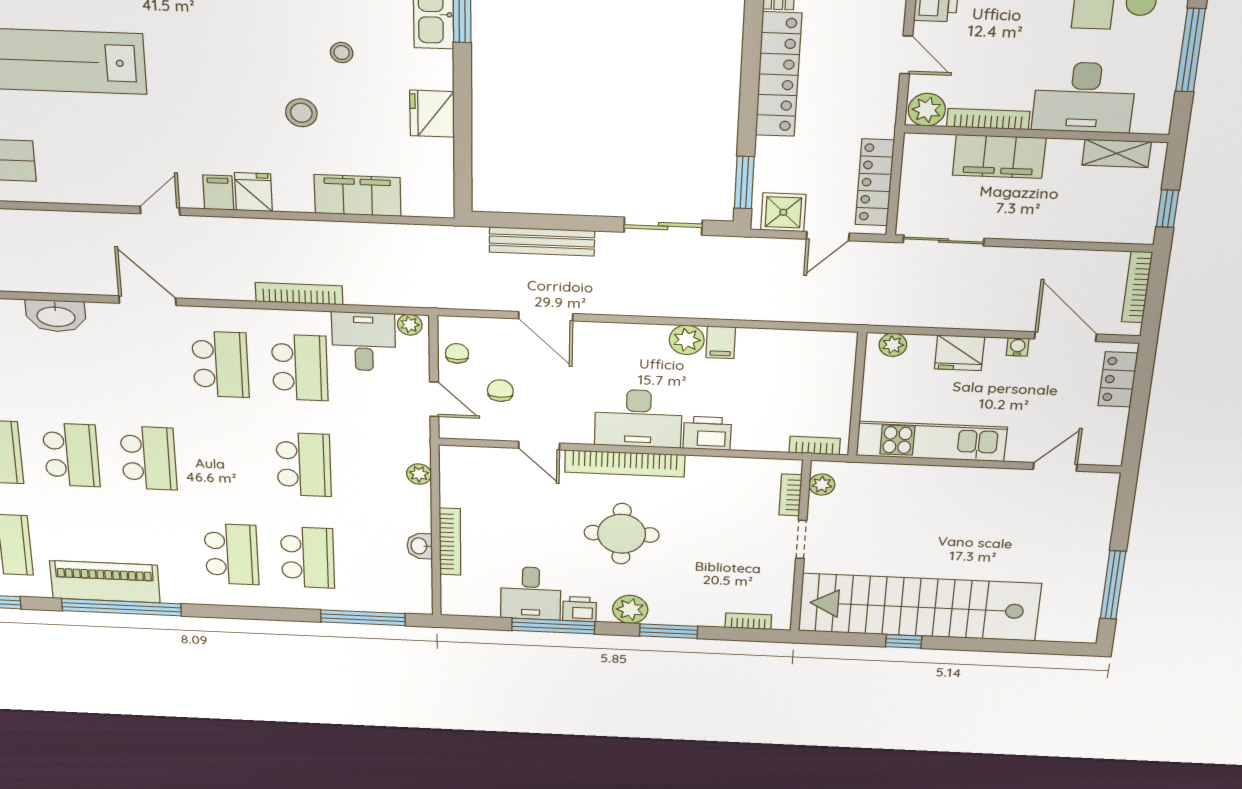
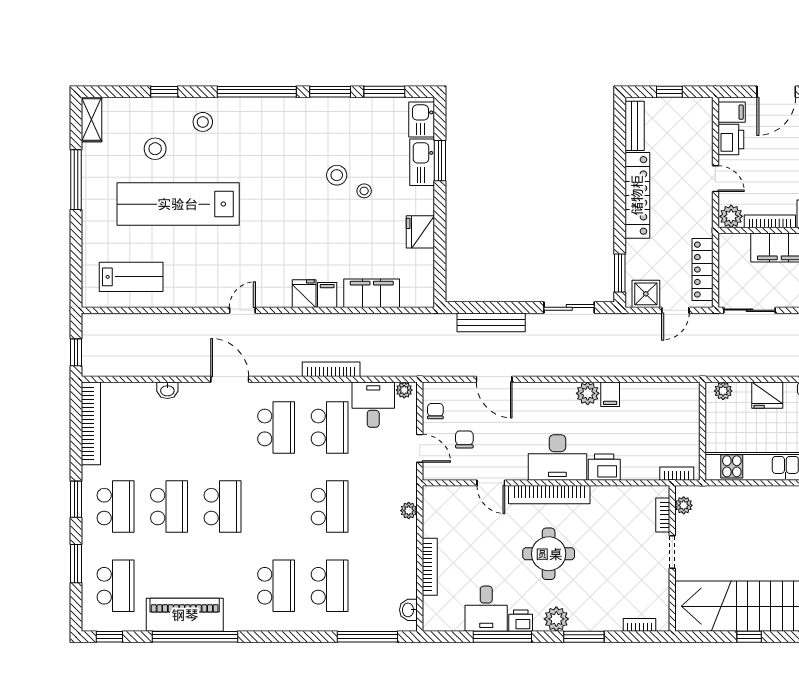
stool: (301, 113) -> (337, 175), moved
filing cabinet: (218, 193) -> (327, 295), moved
washbasin: (56, 316) -> (167, 390), width x0.52, depth x0.69
washbasin: (420, 546) -> (408, 610), moved

